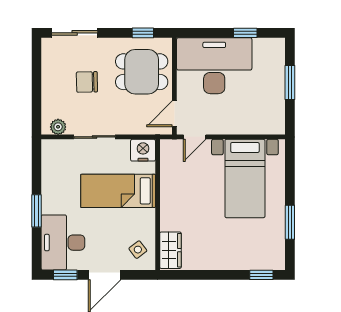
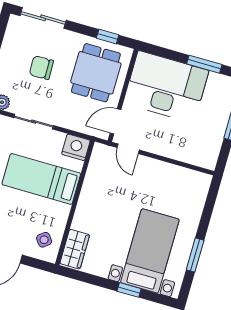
window: (245, 33) -> (204, 64), width x1.50
dining table: (142, 72) -> (96, 73), turned 90
door: (195, 137) -> (128, 149), hinge flipped
bed with nightstands: (245, 178) -> (150, 251), moved, turned 180
window: (261, 275) -> (129, 290), moved

